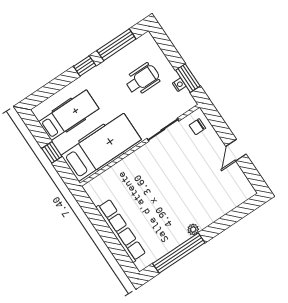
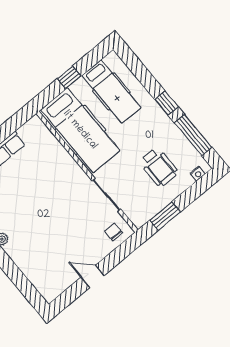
nightstand: (179, 85) -> (198, 174), moved

